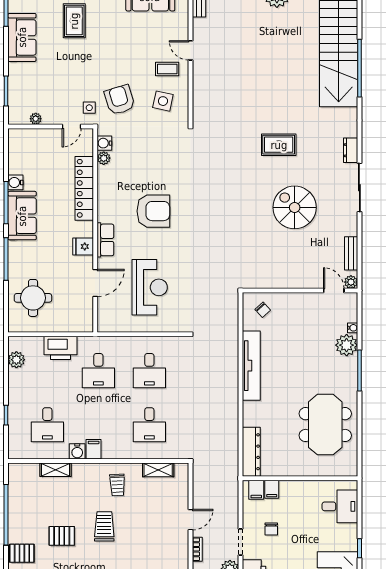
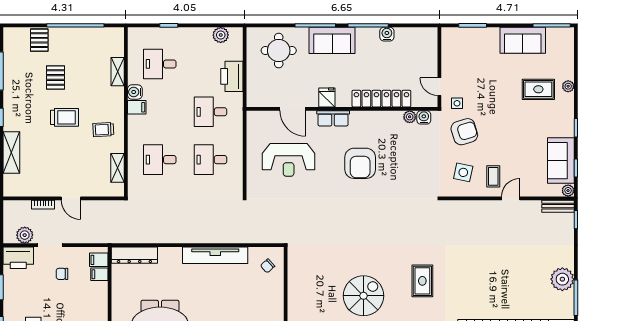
plant: (36, 119) -> (447, 53), removed
sofa: (22, 216) -> (332, 40), moved

